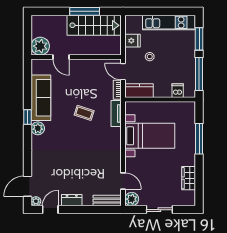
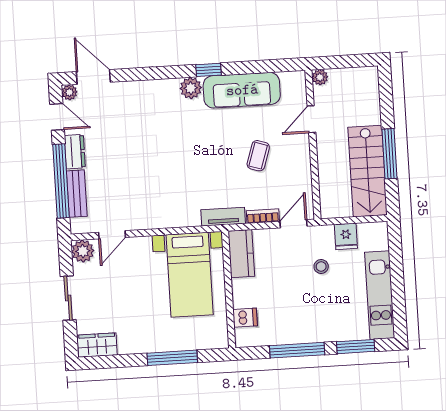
plant: (40, 46) -> (320, 77), width x0.53, depth x0.53
kitchen counter: (139, 91) -> (241, 254), moved
dishwasher: (178, 91) -> (245, 318), moved
wall: (160, 100) -> (229, 289), moved
coffee table: (84, 113) -> (258, 156), moved
window: (199, 139) -> (172, 358), moved
wardrobe: (189, 178) -> (97, 345), moved
bench: (107, 201) -> (77, 194), moved
window: (89, 210) -> (61, 181), added

